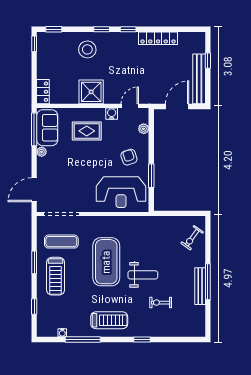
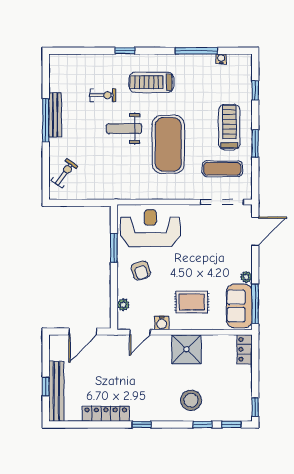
window: (102, 29) -> (202, 425), moved
bench: (199, 79) -> (56, 391), moved
treadmill: (109, 320) -> (151, 82), moved

